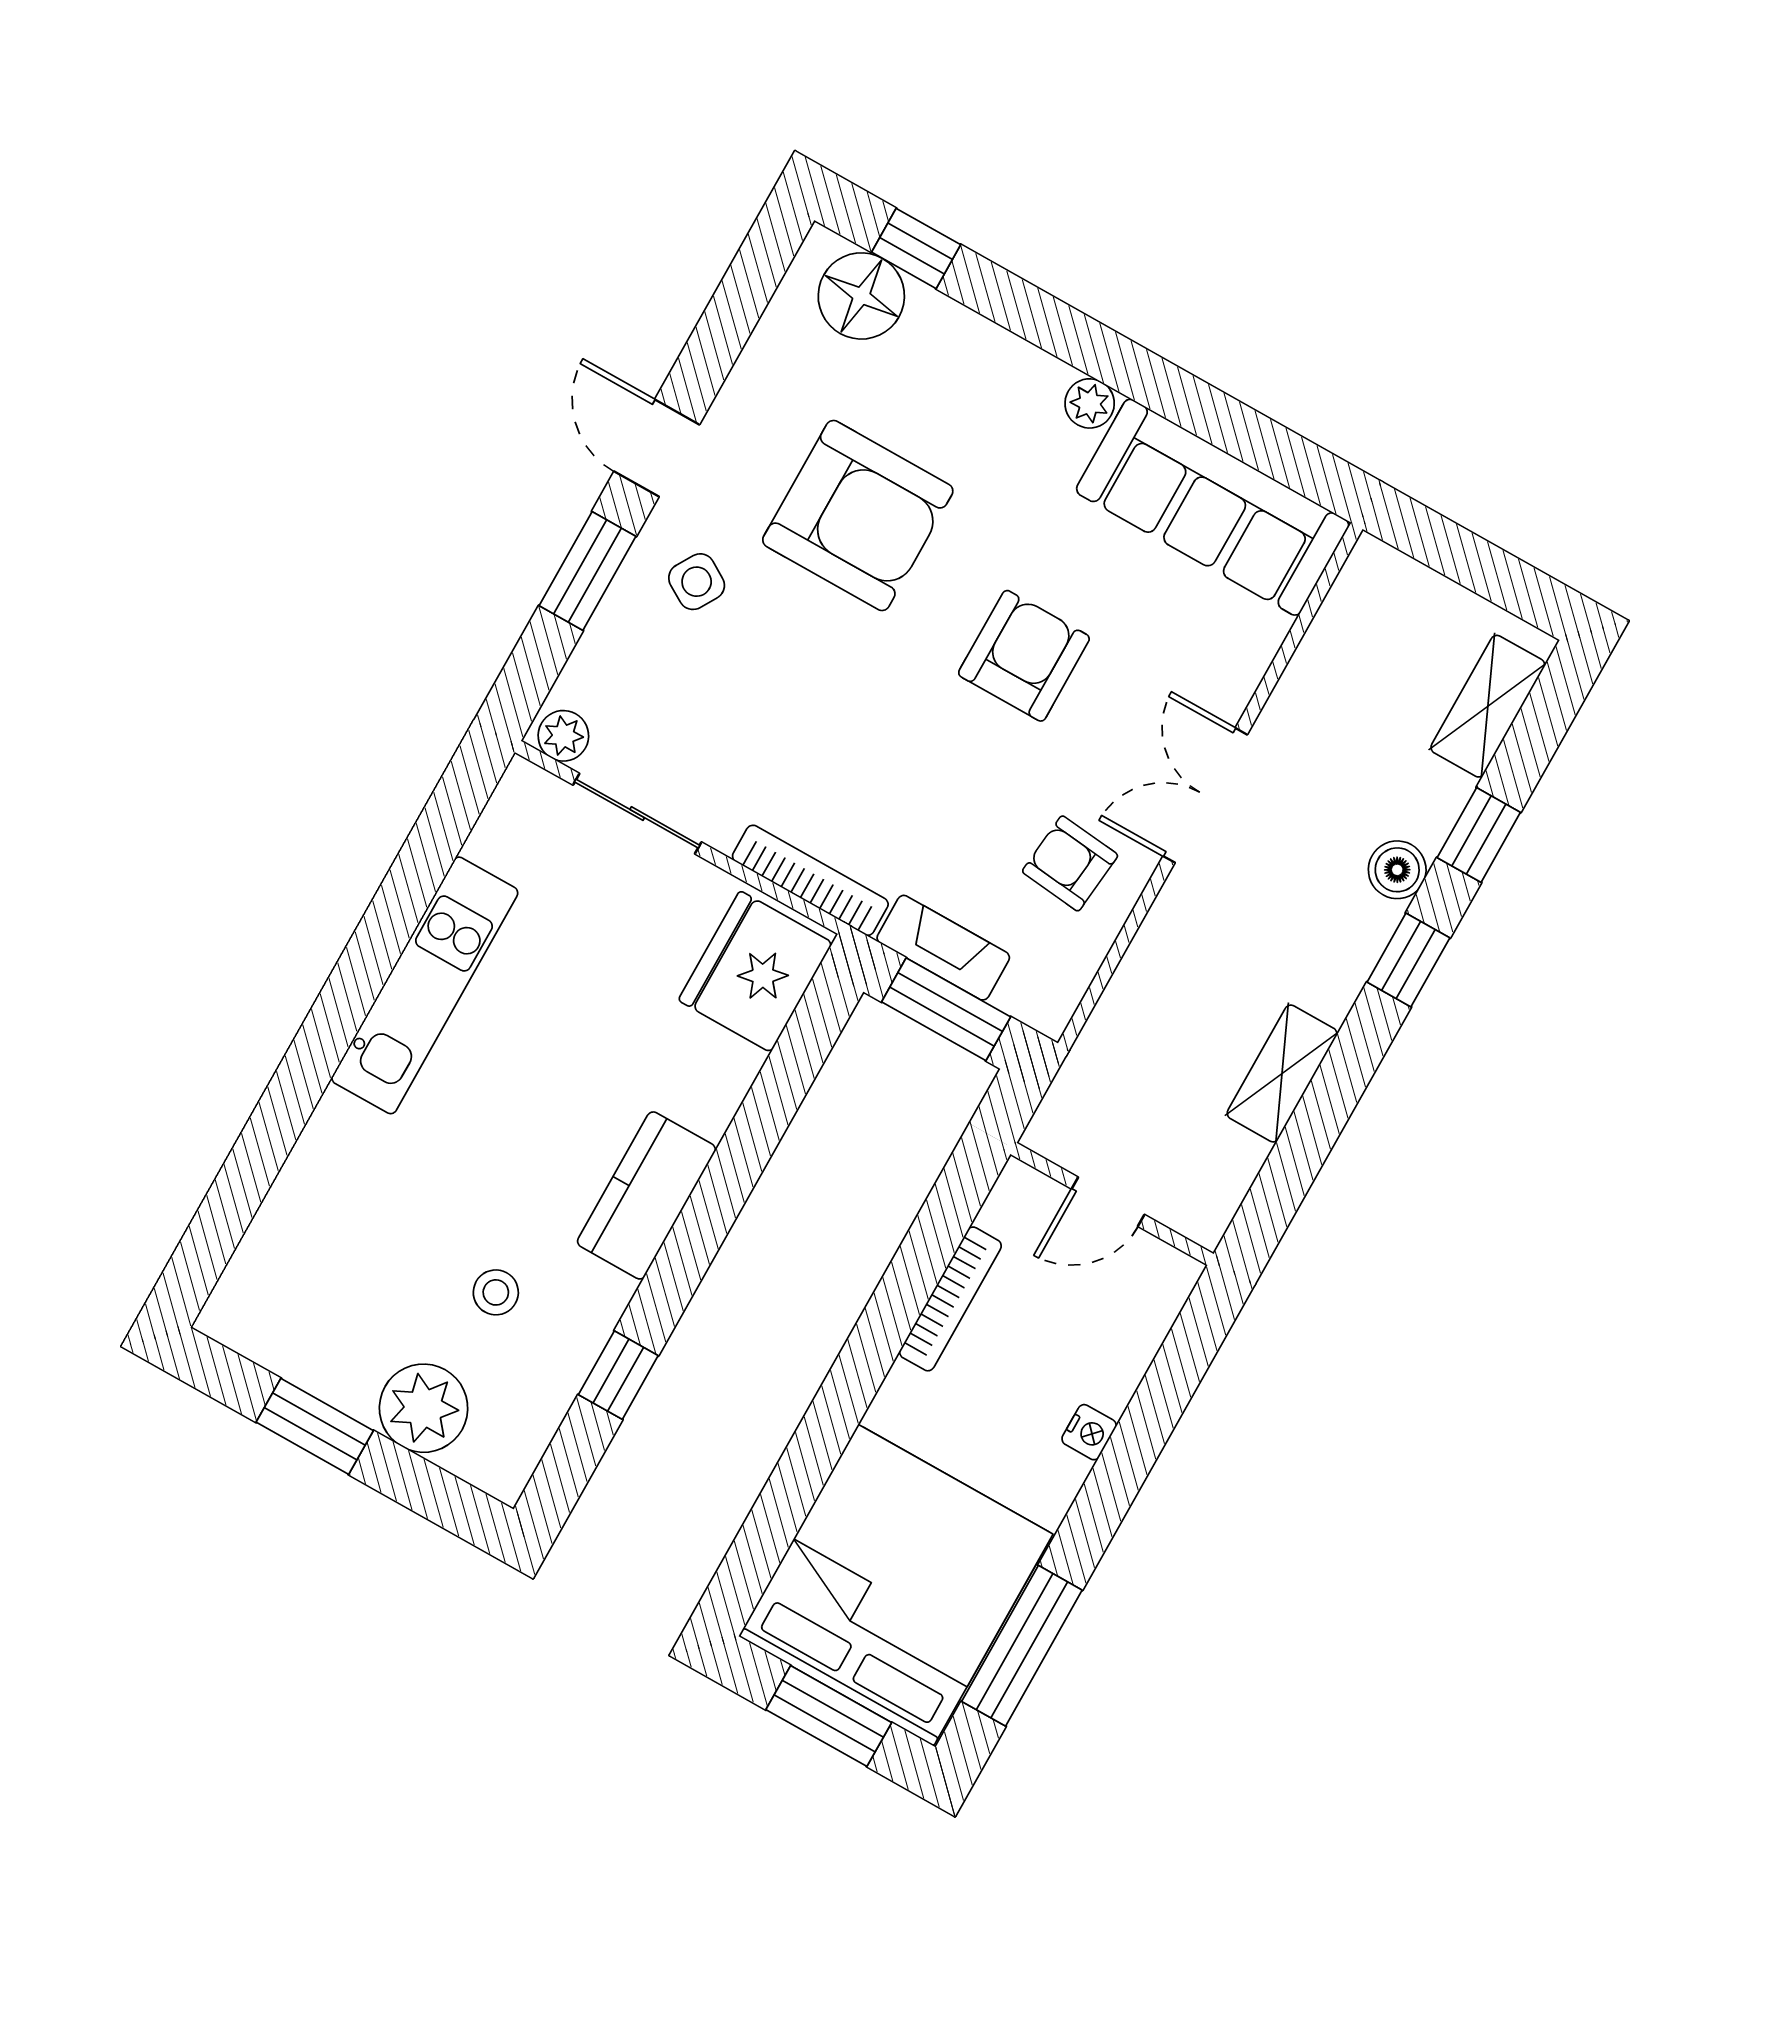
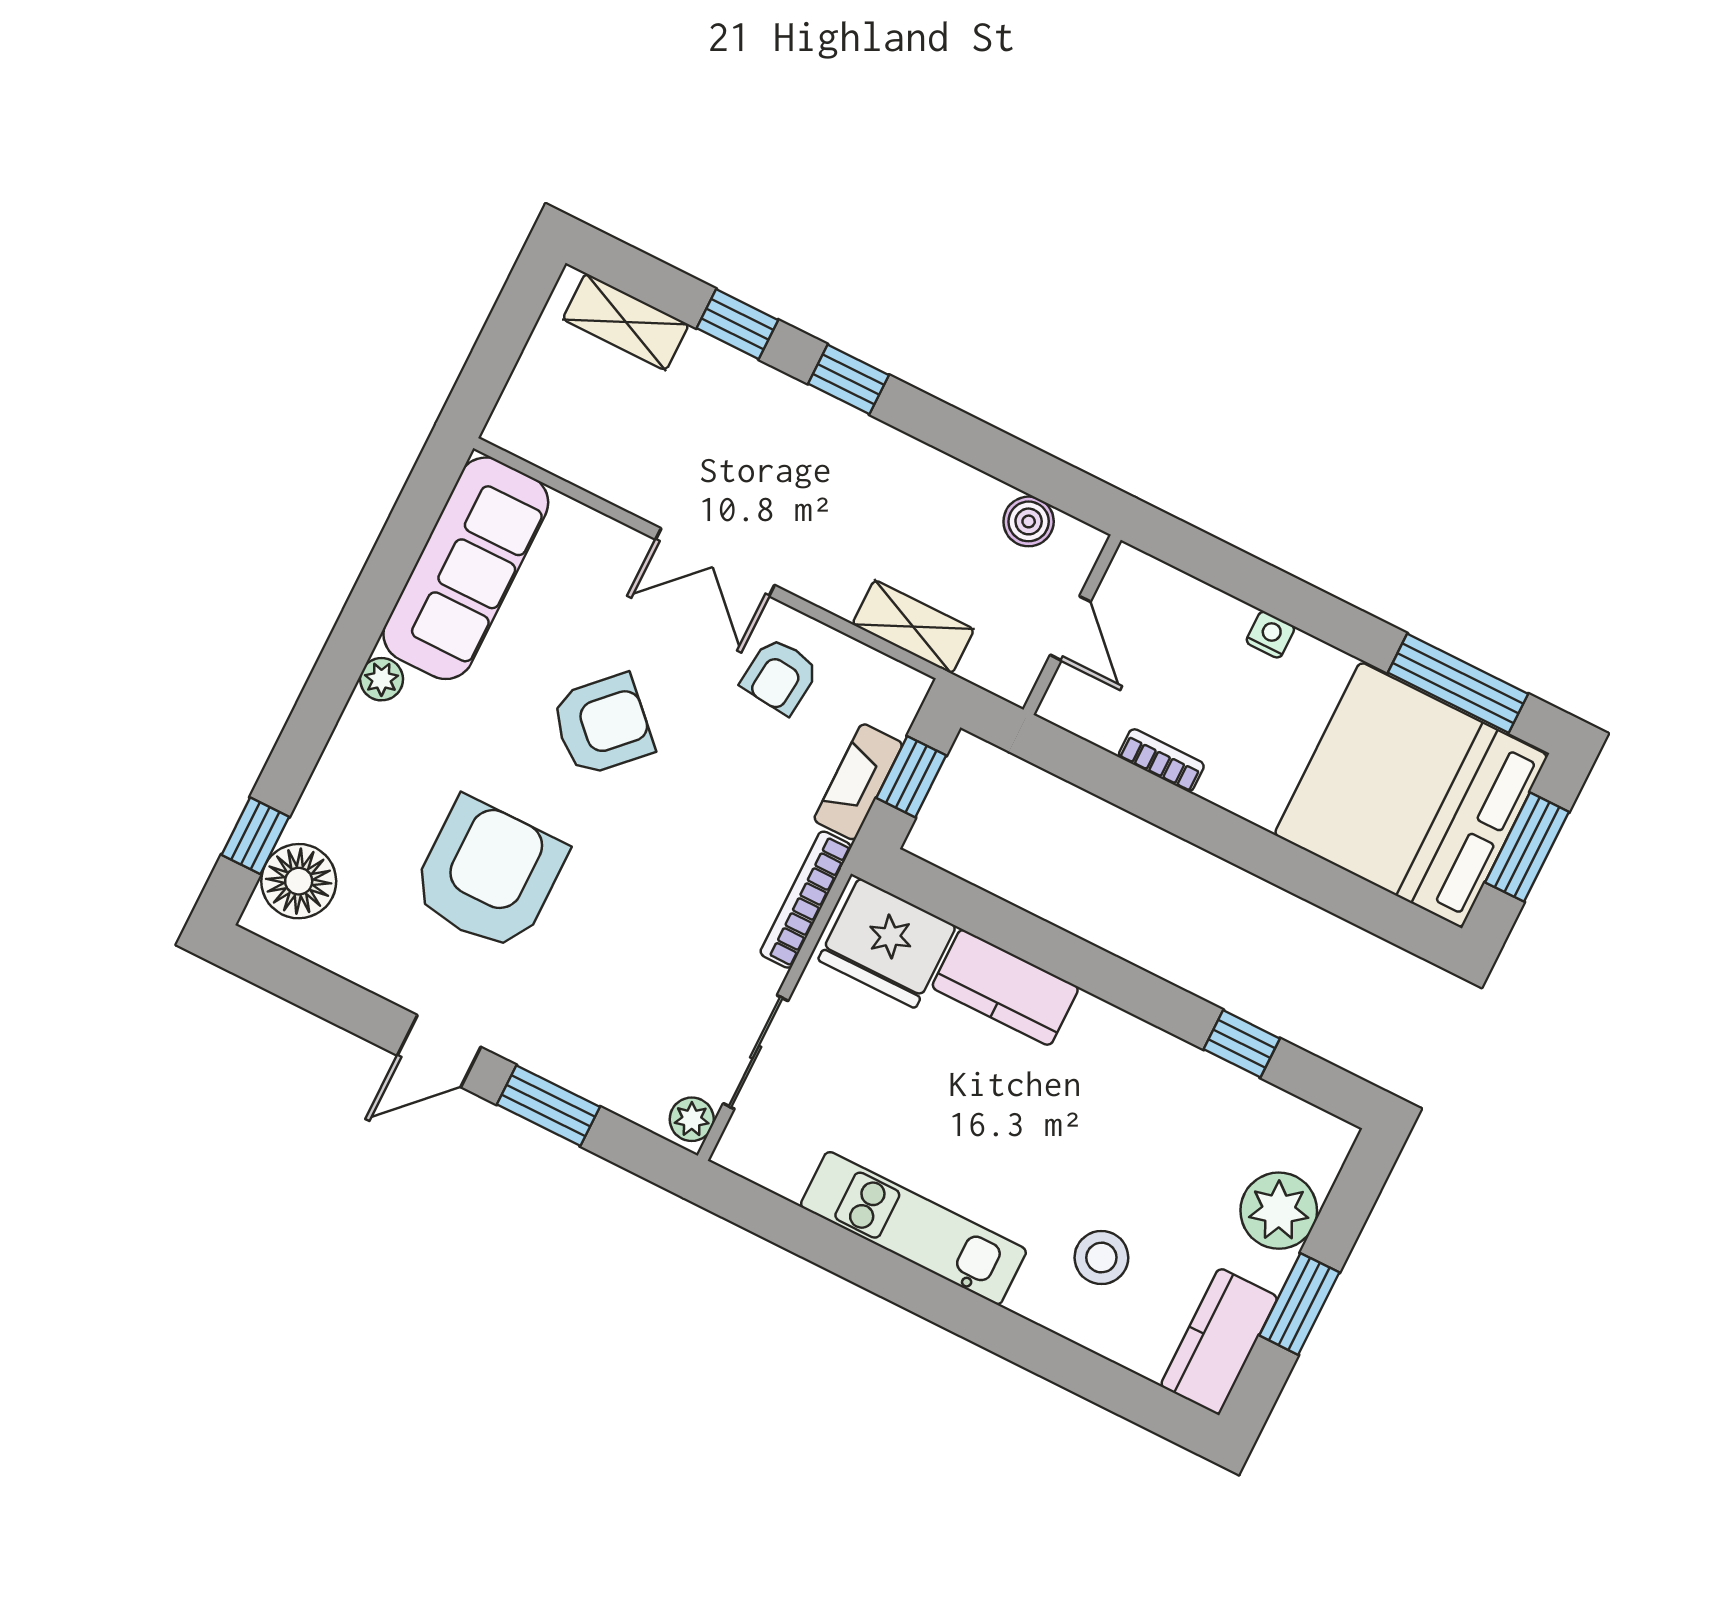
side table: (697, 582) -> (553, 1011), removed
armchair: (1024, 656) -> (602, 725), turned 135
boiler: (1397, 870) -> (1029, 521), moved
window: (946, 1009) -> (911, 777), width x0.67
shelving: (1282, 1074) -> (913, 627), moved
kitchen counter: (647, 1195) -> (1005, 987), moved
stool: (496, 1292) -> (1101, 1258), moved, width x1.37, depth x1.37
bookcase: (950, 1299) -> (1161, 760), width x0.64
kitchen counter: (276, 1332) -> (1219, 1341), added

